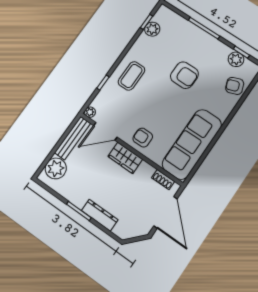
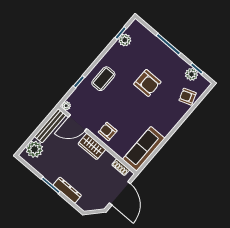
sofa: (192, 144) -> (144, 149), width x0.74, depth x0.79

